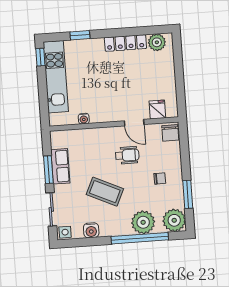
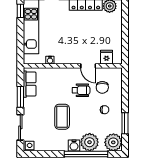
chair: (170, 133) -> (102, 87), moved
row of seats: (60, 166) -> (30, 84), moved
coffee table: (105, 192) -> (62, 117), turned 65
water cooler: (91, 230) -> (74, 145), moved

